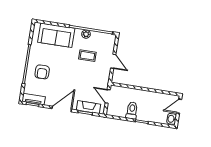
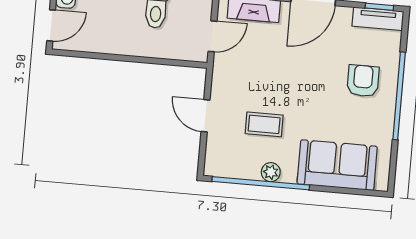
door: (108, 96) -> (212, 36), hinge flipped

